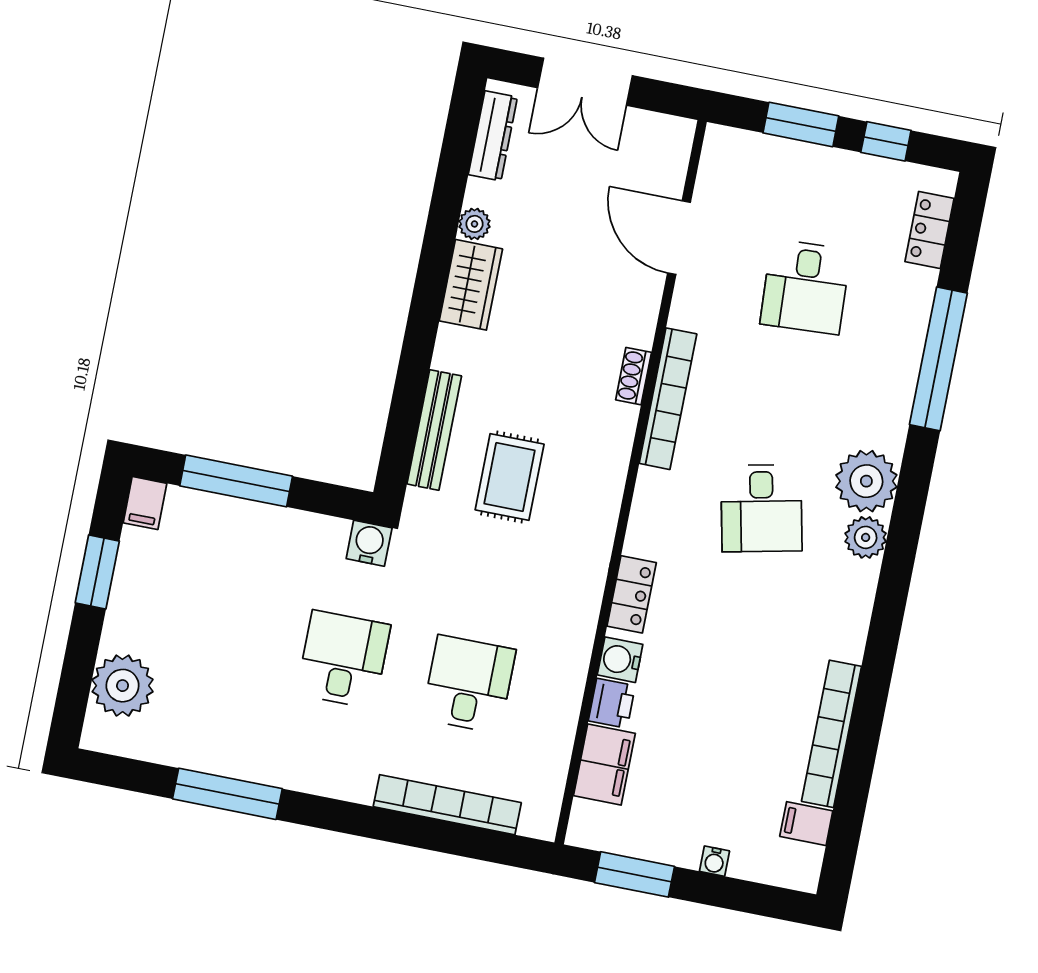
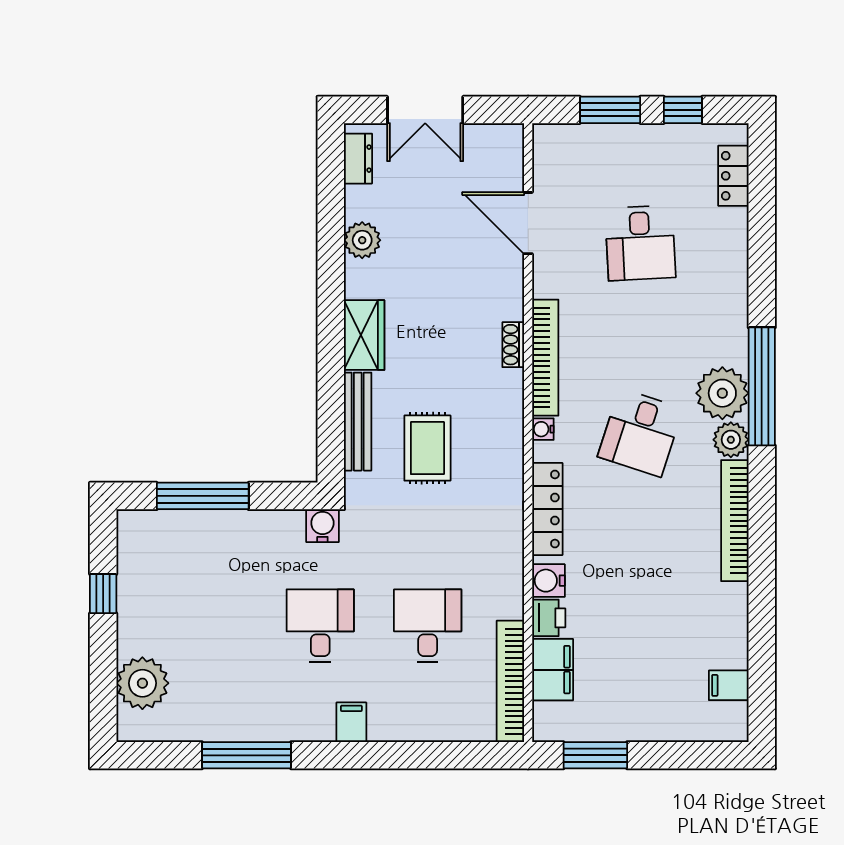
dresser: (493, 136) -> (358, 159), width x0.70
plant: (474, 224) -> (362, 240), width x1.38, depth x1.38
wardrobe: (471, 285) -> (364, 335), moved
window: (938, 359) -> (762, 386), moved
filing cabinet: (145, 503) -> (351, 722), moved, turned 180
desk: (762, 508) -> (640, 433), turned 30
window: (97, 572) -> (103, 594), width x0.67
locker: (632, 594) -> (547, 509), width x1.53
bookcase: (831, 734) -> (735, 521), moved
bookcase: (447, 805) -> (510, 681), moved, turned -90
water cooler: (714, 861) -> (543, 429), moved, turned 90

